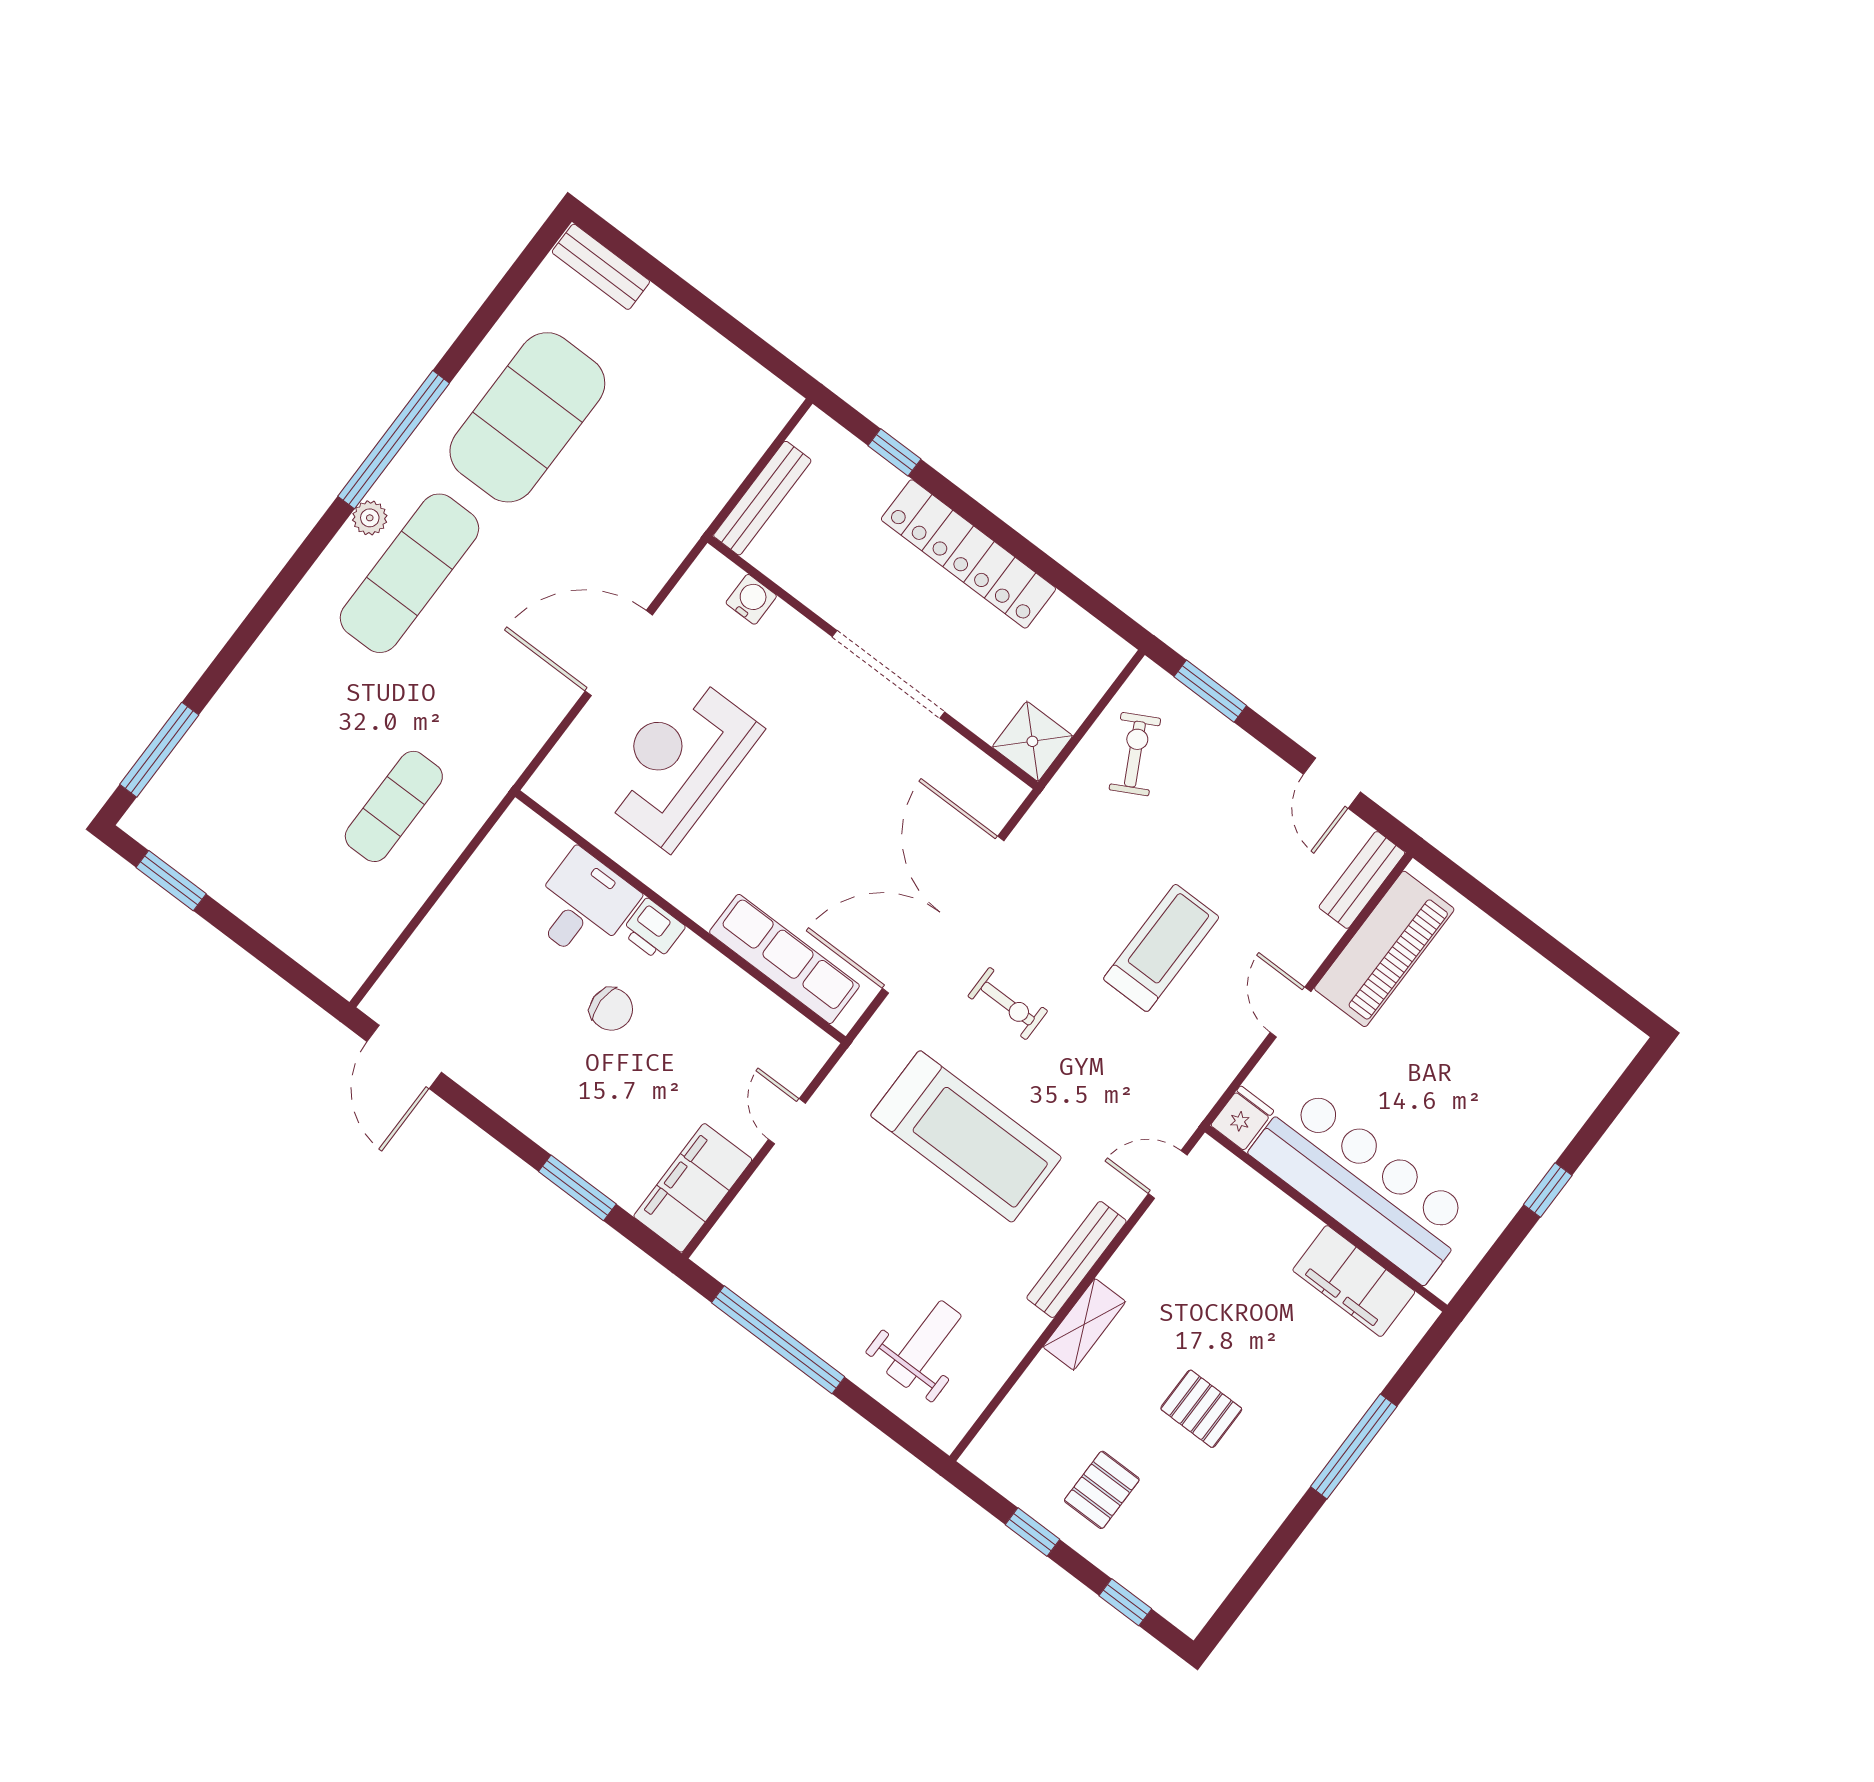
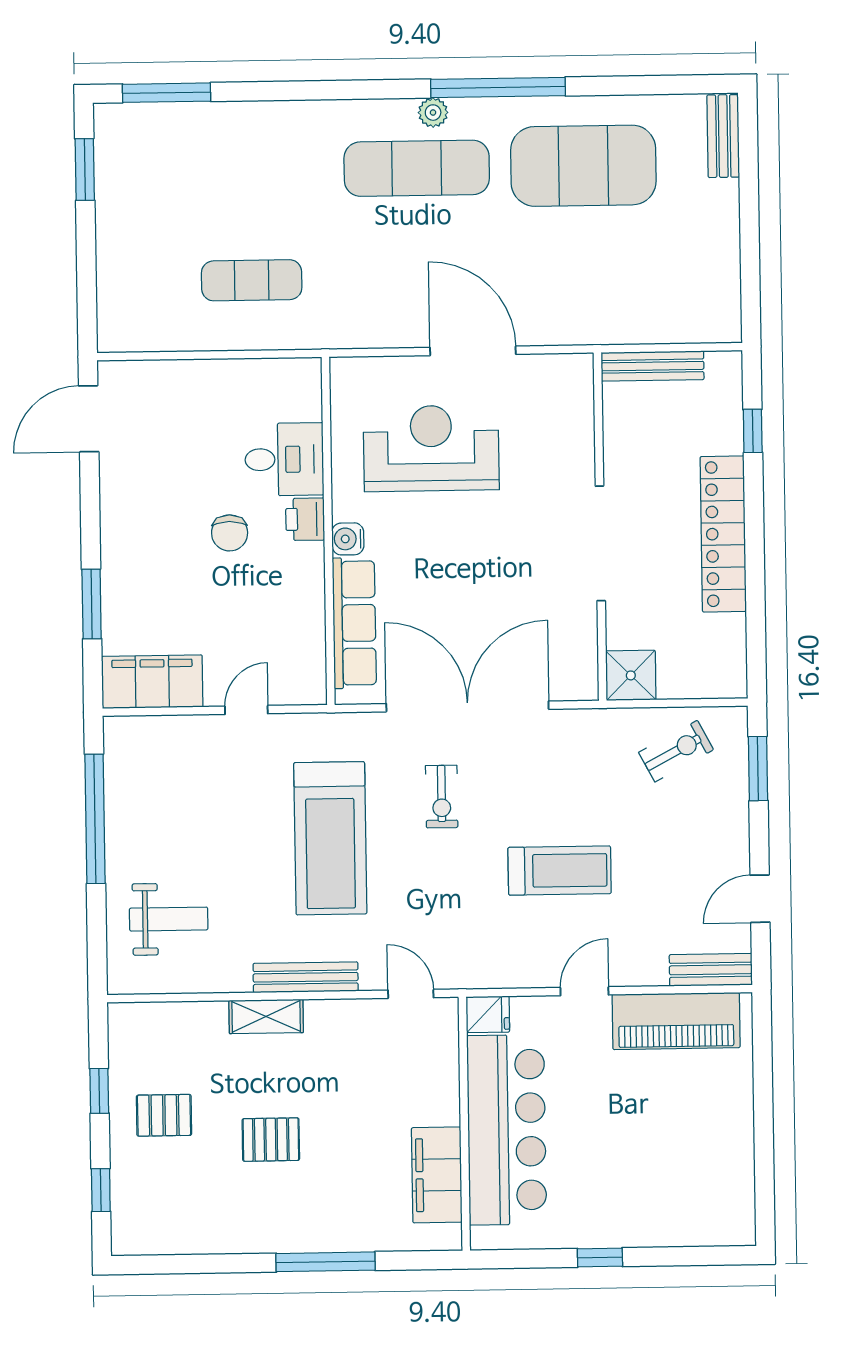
water cooler: (751, 599) -> (348, 539), moved, turned 180
pallet: (1201, 1409) -> (271, 1140), turned 90

